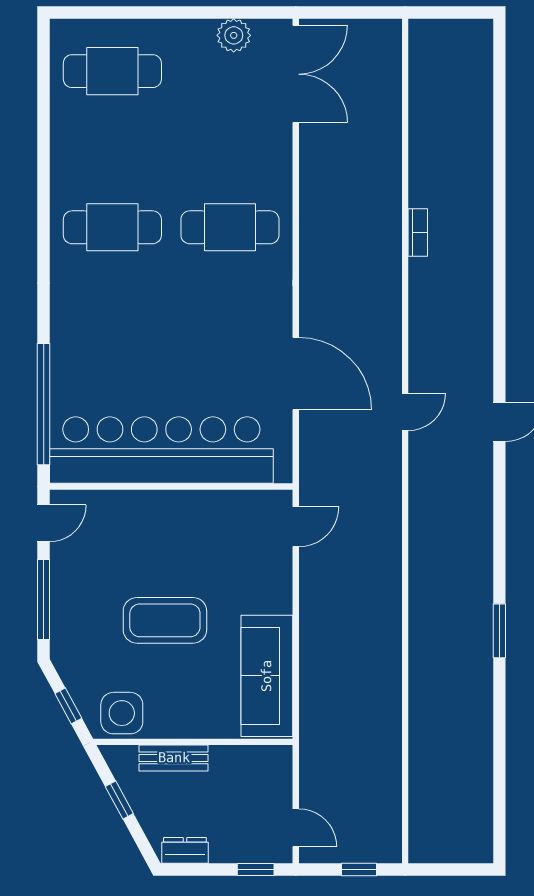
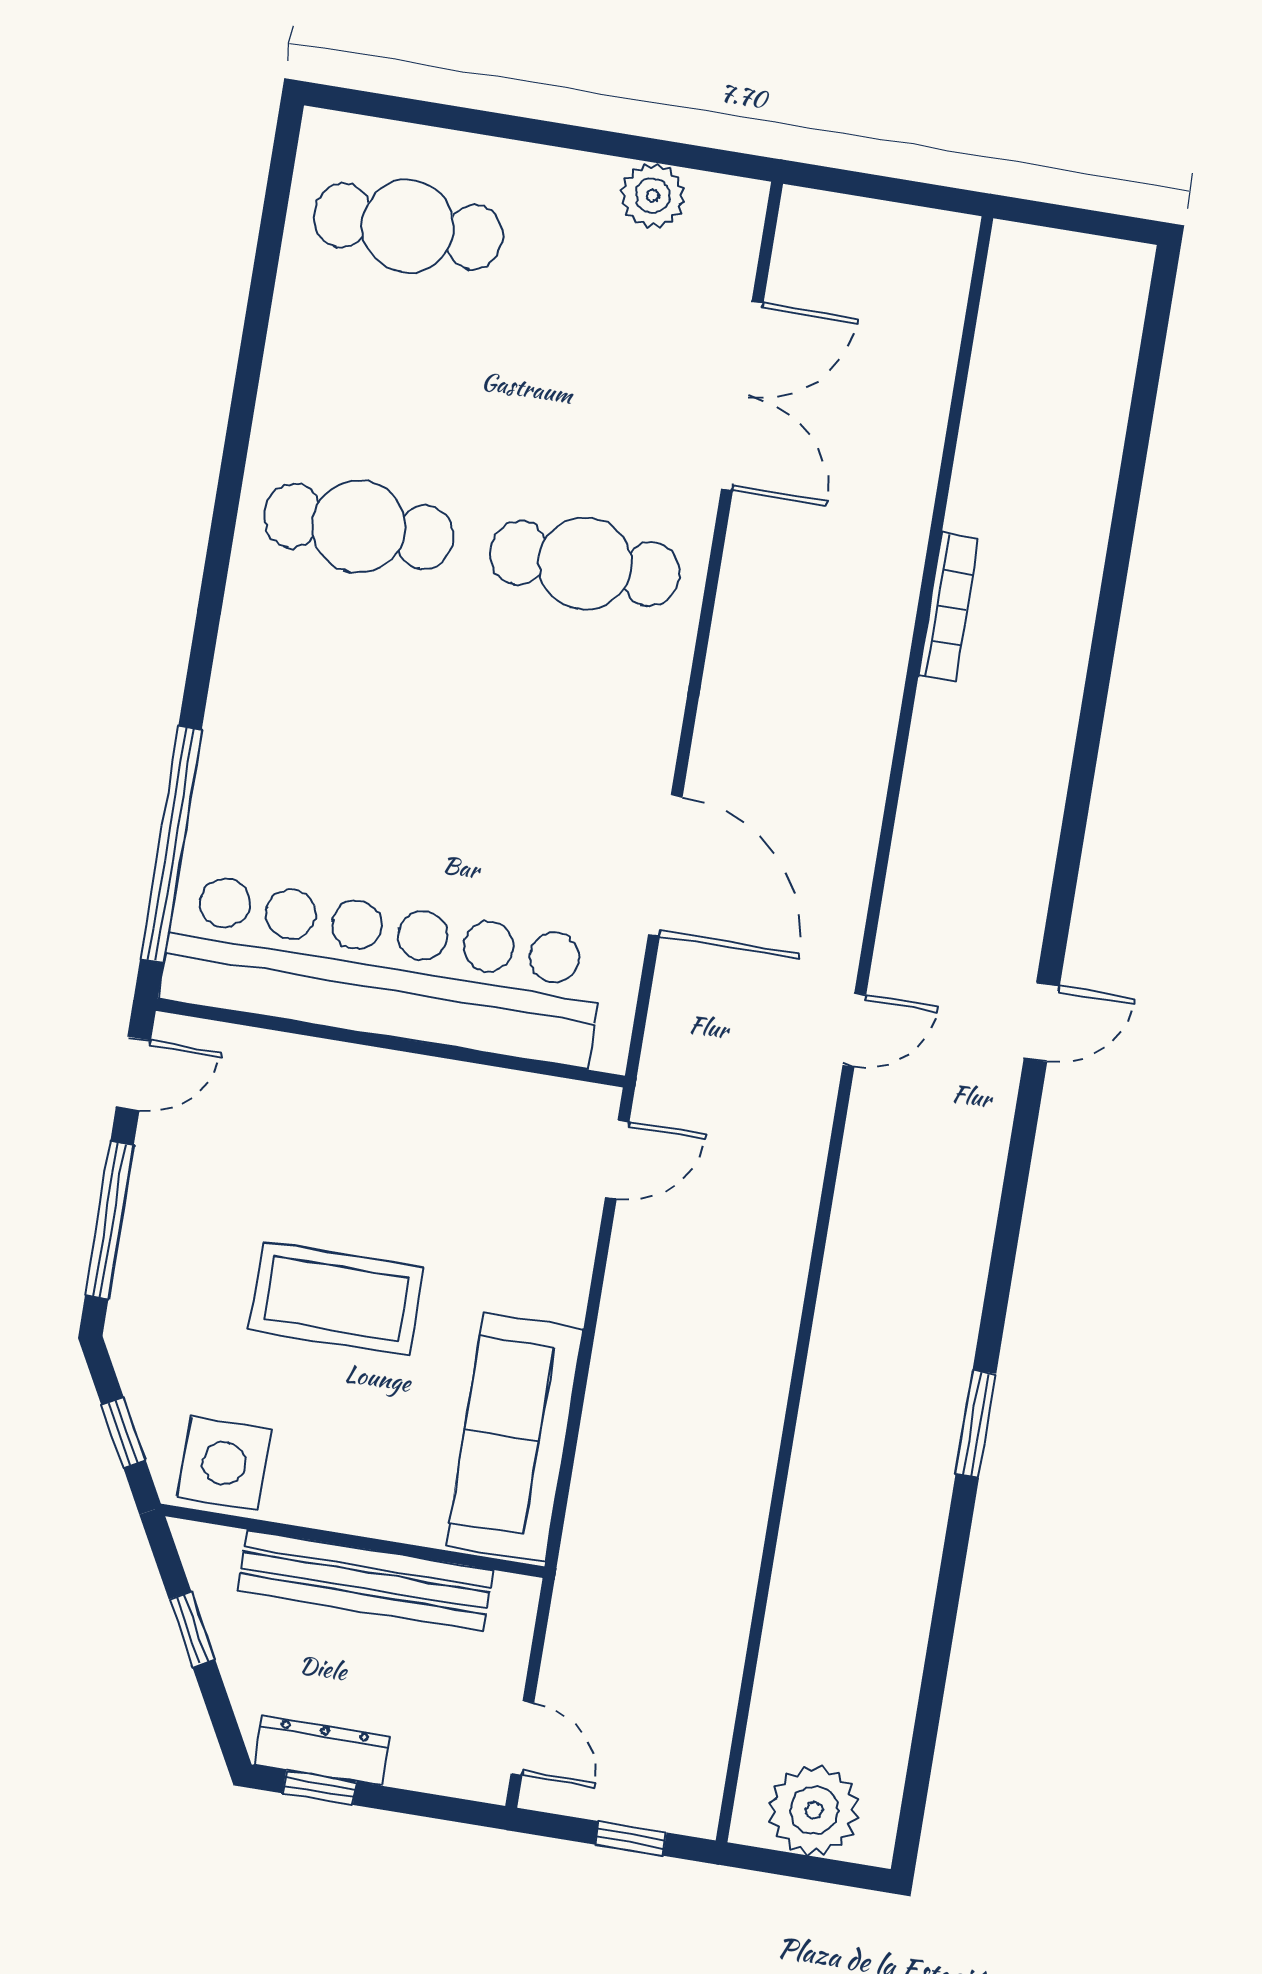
double door: (296, 74) -> (742, 396), moved
bookcase: (418, 233) -> (948, 607), width x1.56
door: (405, 412) -> (854, 1030), moved
bench: (174, 758) -> (366, 1580), width x1.86, depth x1.21
plant: (450, 840) -> (814, 1810), added
dresser: (185, 850) -> (322, 1750), width x1.44
window: (256, 869) -> (320, 1787), moved

